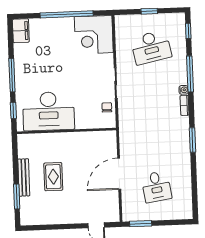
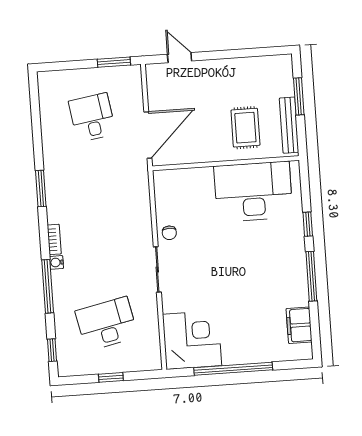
filing cabinet: (21, 31) -> (299, 325), moved
desk: (49, 111) -> (253, 192), moved
wall: (66, 131) -> (226, 163), moved

